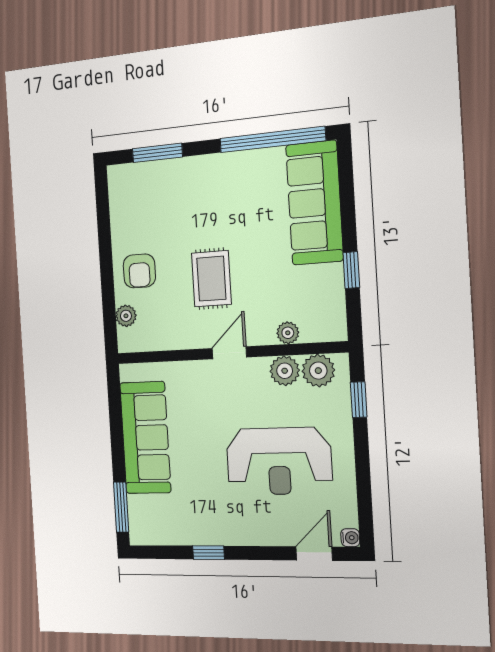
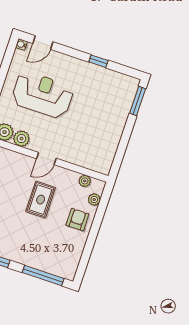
window: (157, 153) -> (43, 276), width x1.44
plant: (288, 333) -> (85, 181), moved
sofa: (145, 438) -> (109, 132), removed

